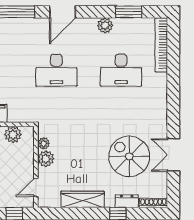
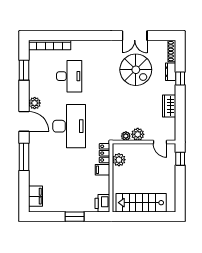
plant: (105, 25) -> (35, 103), moved
desk: (56, 70) -> (69, 126), width x1.36, depth x1.30
locker: (21, 116) -> (105, 153), added
spiral stairs: (129, 156) -> (136, 70), turned -90
wardrobe: (82, 199) -> (169, 106), width x0.67

